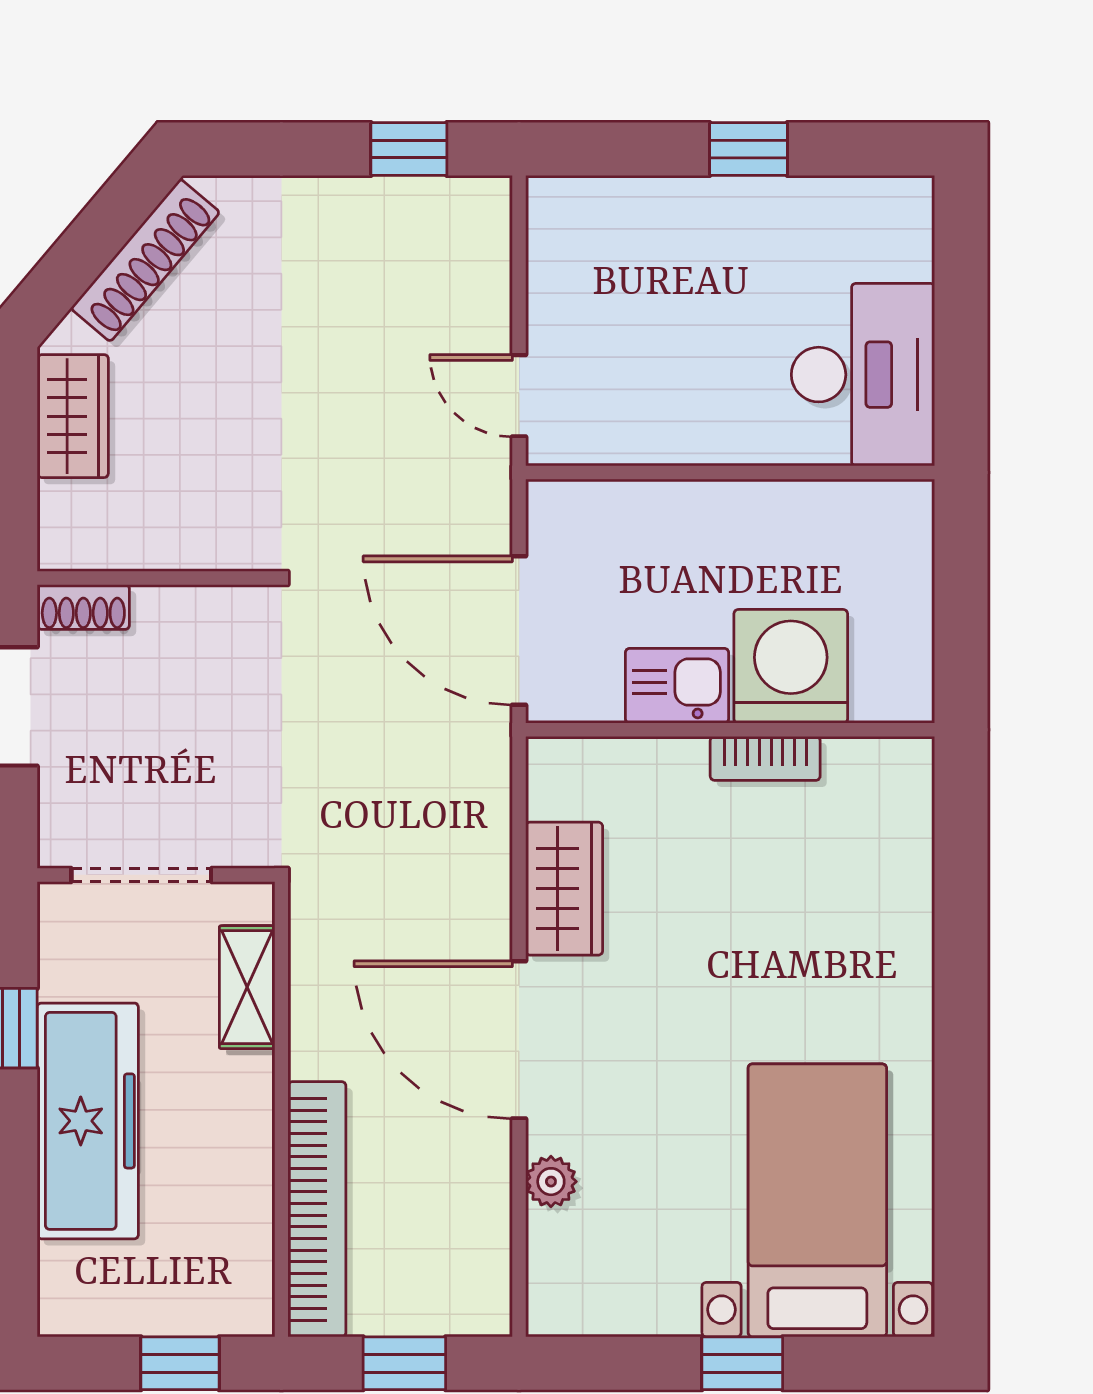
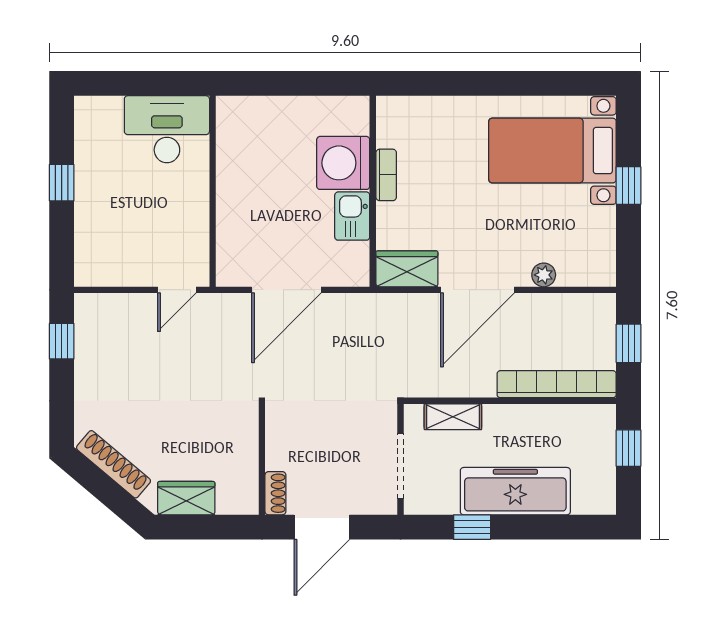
washing machine: (791, 666) -> (343, 163), moved
kitchen sink: (677, 686) -> (352, 216), moved
wall: (730, 730) -> (373, 191), moved
bookcase: (765, 758) -> (386, 175), moved

